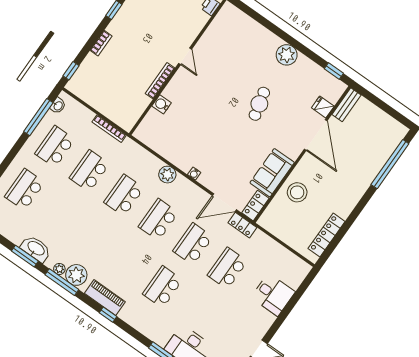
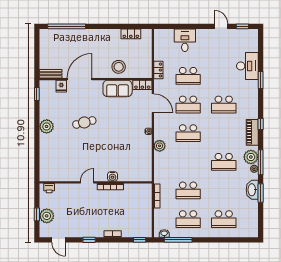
water cooler: (162, 104) -> (113, 176), moved
school desk: (124, 195) -> (224, 162), moved
locker: (242, 225) -> (158, 70), moved
locker: (327, 235) -> (131, 34), width x0.66

